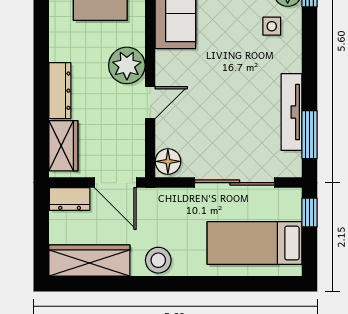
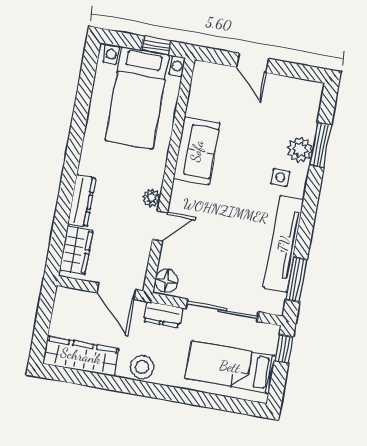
plant: (127, 65) -> (151, 198), width x0.53, depth x0.53
tv unit: (291, 112) -> (284, 244), width x1.36, depth x1.29
dresser: (70, 199) -> (163, 315), moved

